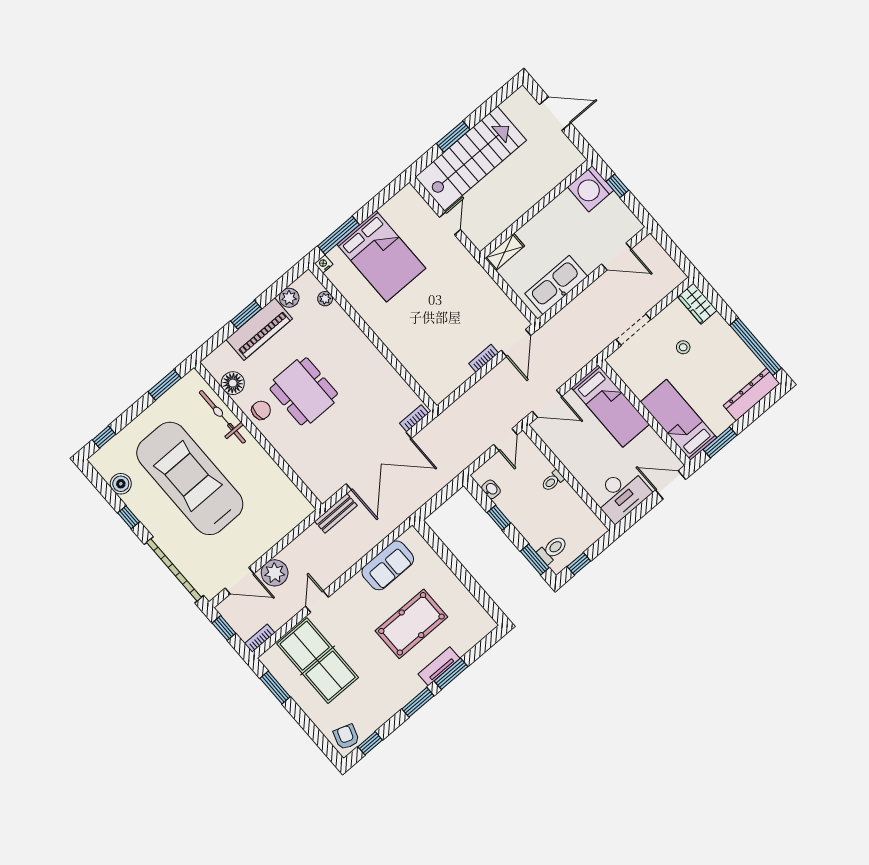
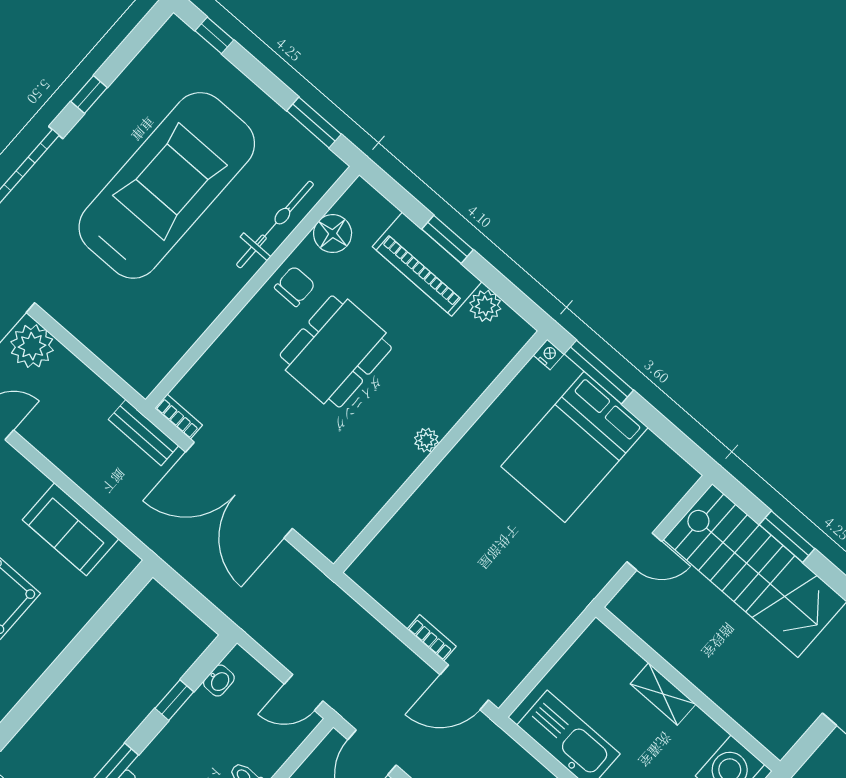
shelving: (505, 252) -> (663, 694), moved
plant: (325, 299) -> (426, 440), moved
chair: (261, 410) -> (295, 286), turned -90
bookcase: (414, 418) -> (179, 417), moved
boiler: (121, 484) -> (142, 74), removed

